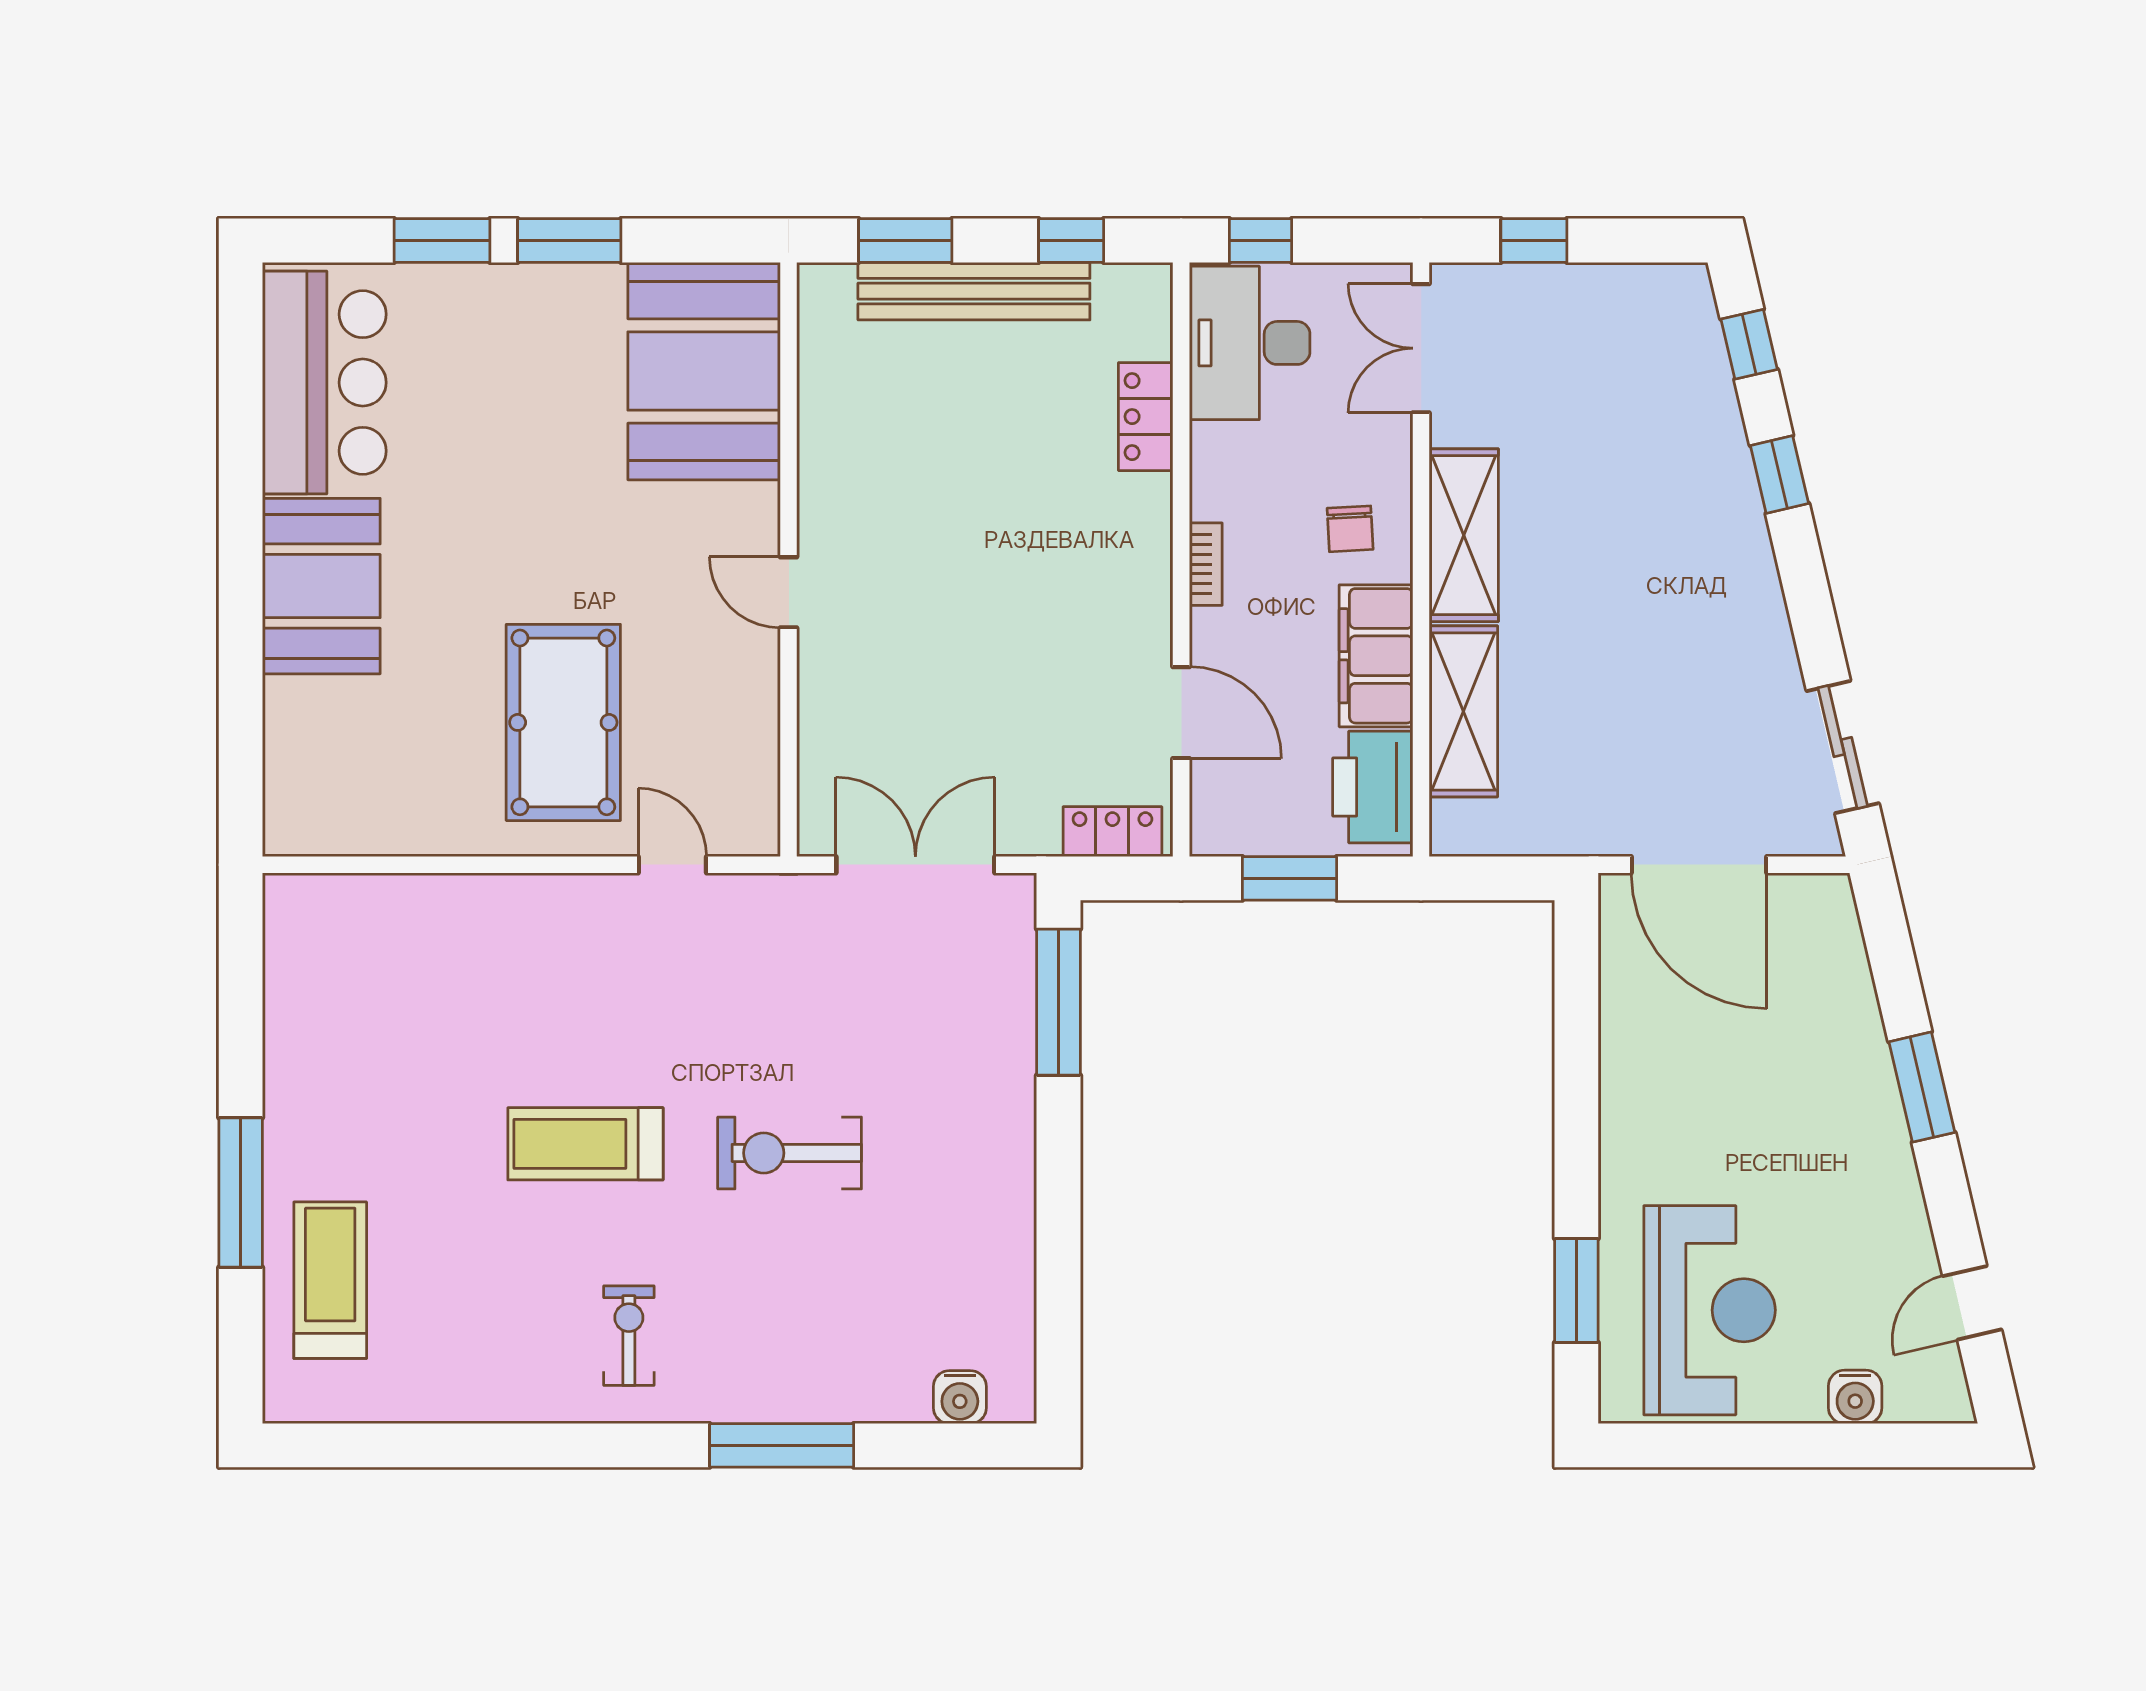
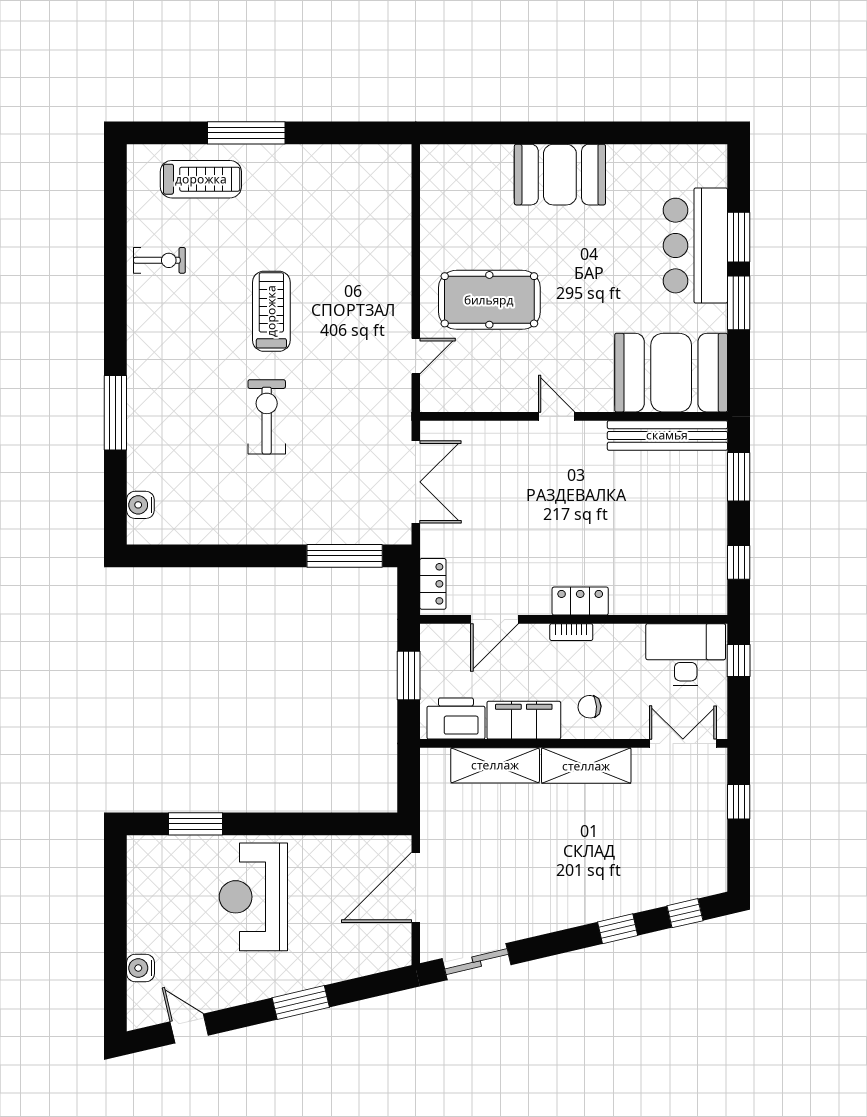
bench: (974, 291) -> (667, 435), moved, turned 90
bar counter: (324, 383) -> (695, 246), moved, turned 90
locker: (1146, 417) -> (580, 601), moved
door: (789, 592) -> (557, 416), hinge flipped
reception desk: (1710, 1310) -> (253, 897), moved, turned 90
exercise bike: (629, 1336) -> (159, 260), moved

